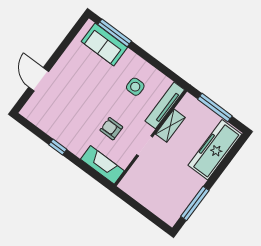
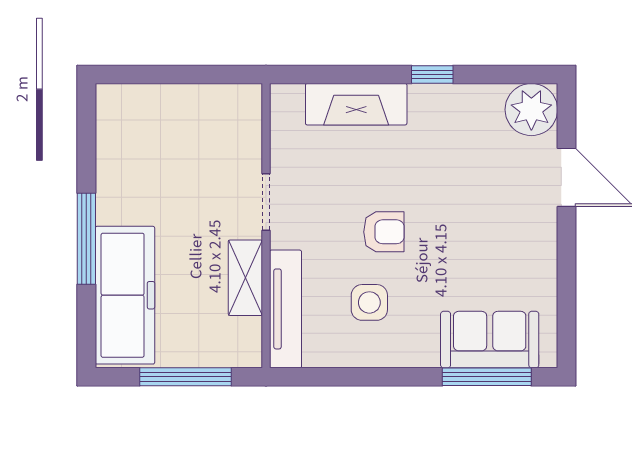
plant: (33, 111) -> (531, 110), added
armchair: (111, 129) -> (384, 232), moved
fireplace: (102, 165) -> (356, 104), moved
window: (195, 203) -> (86, 239), moved

